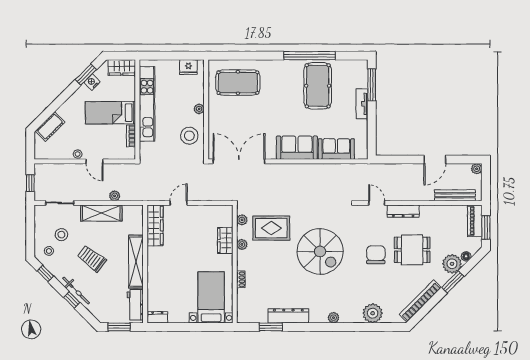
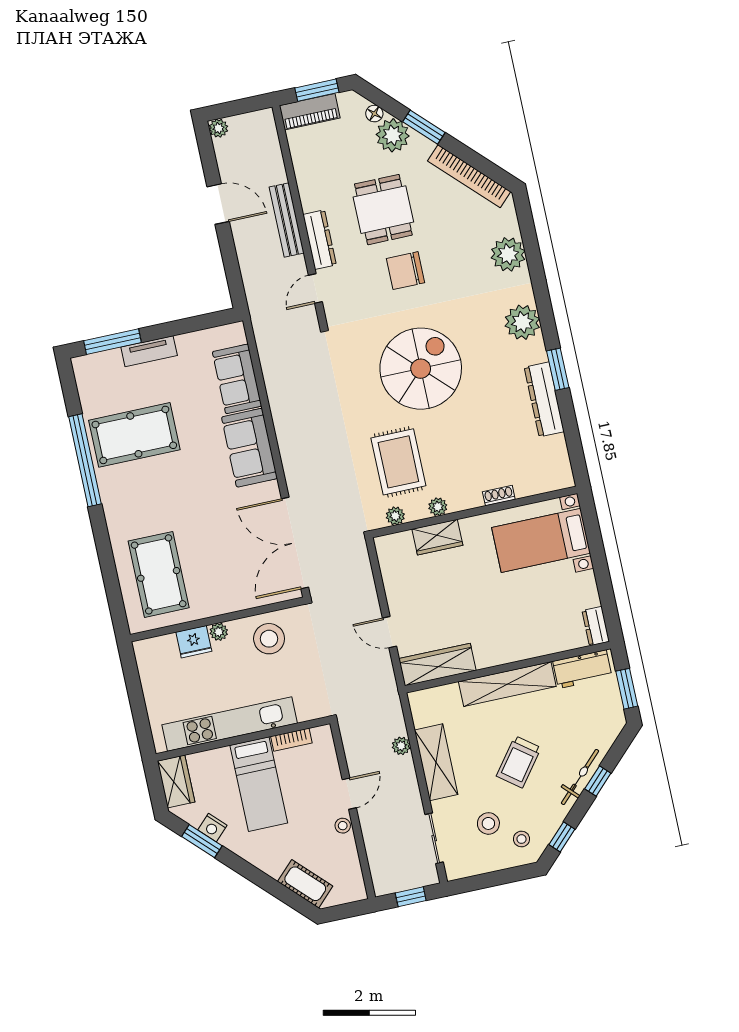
fridge: (188, 67) -> (194, 642), moved, turned 90
bench: (455, 195) -> (287, 220), moved
plant: (334, 318) -> (522, 322), width x1.88, depth x1.88
window: (271, 327) -> (558, 369), moved

